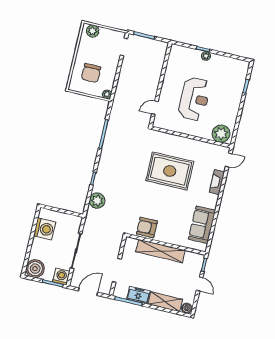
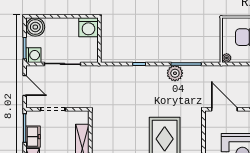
door: (155, 108) -> (224, 109), width x1.88
plant: (97, 201) -> (175, 73), moved
armchair: (147, 227) -> (103, 129), removed
washing machine: (45, 229) -> (88, 27), moved

